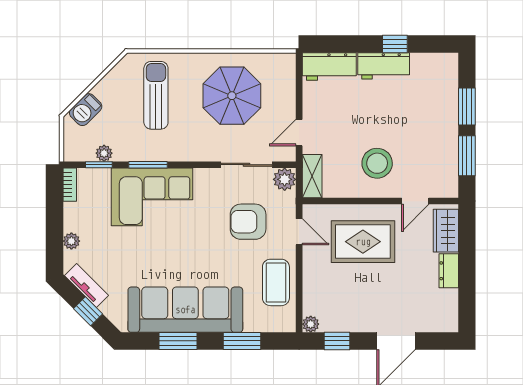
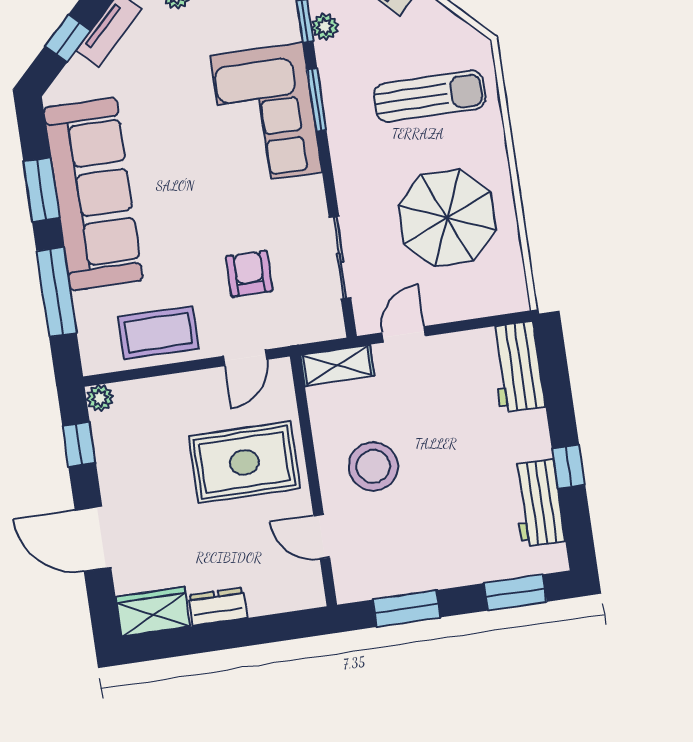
workbench: (384, 66) -> (538, 503), moved
window: (467, 106) -> (515, 592), moved
door: (299, 133) -> (404, 334), hinge flipped
plant: (285, 179) -> (326, 322), removed
armchair: (248, 222) -> (249, 274), width x0.72, depth x0.72
wardrobe: (446, 231) -> (153, 612), moved
rug: (363, 242) -> (244, 462), turned 90
window: (242, 341) -> (57, 292), width x1.44

